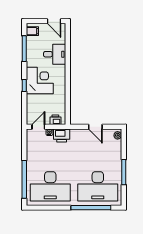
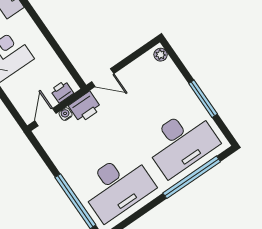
door: (95, 127) -> (103, 78), moved

